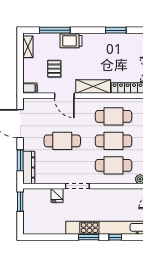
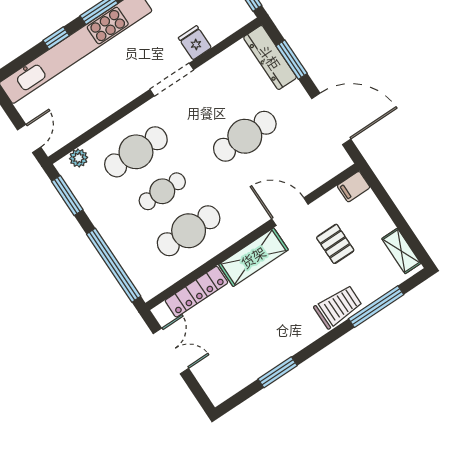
cafe table: (113, 141) -> (162, 191), width x0.73, depth x0.74

